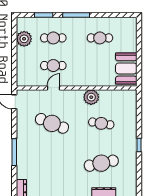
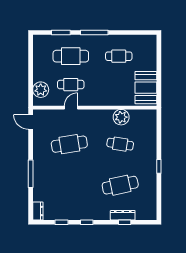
cafe table: (53, 38) -> (71, 56), width x1.37, depth x1.35
plant: (24, 39) -> (41, 90), moved
plant: (91, 97) -> (121, 117), moved
cafe table: (52, 123) -> (69, 144), turned -30

